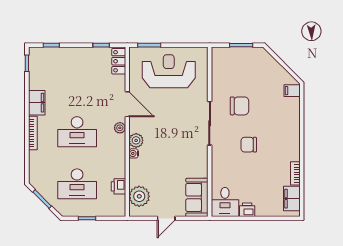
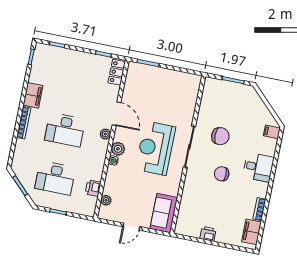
reception desk: (169, 71) -> (155, 148), moved, turned -90
plant: (139, 196) -> (106, 200), width x0.53, depth x0.53
desk: (225, 202) -> (258, 167), moved, turned -90

